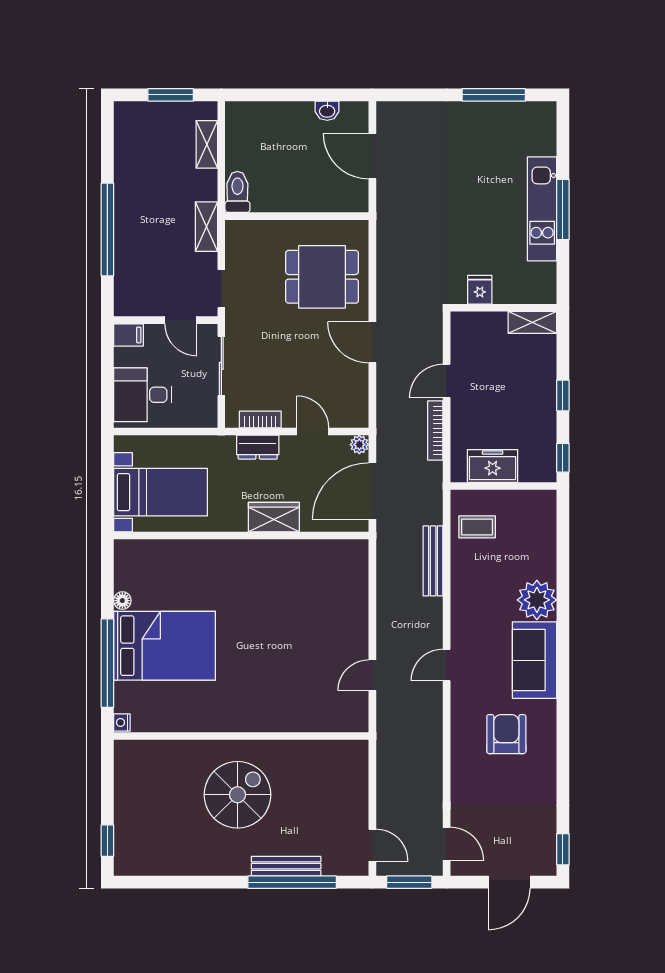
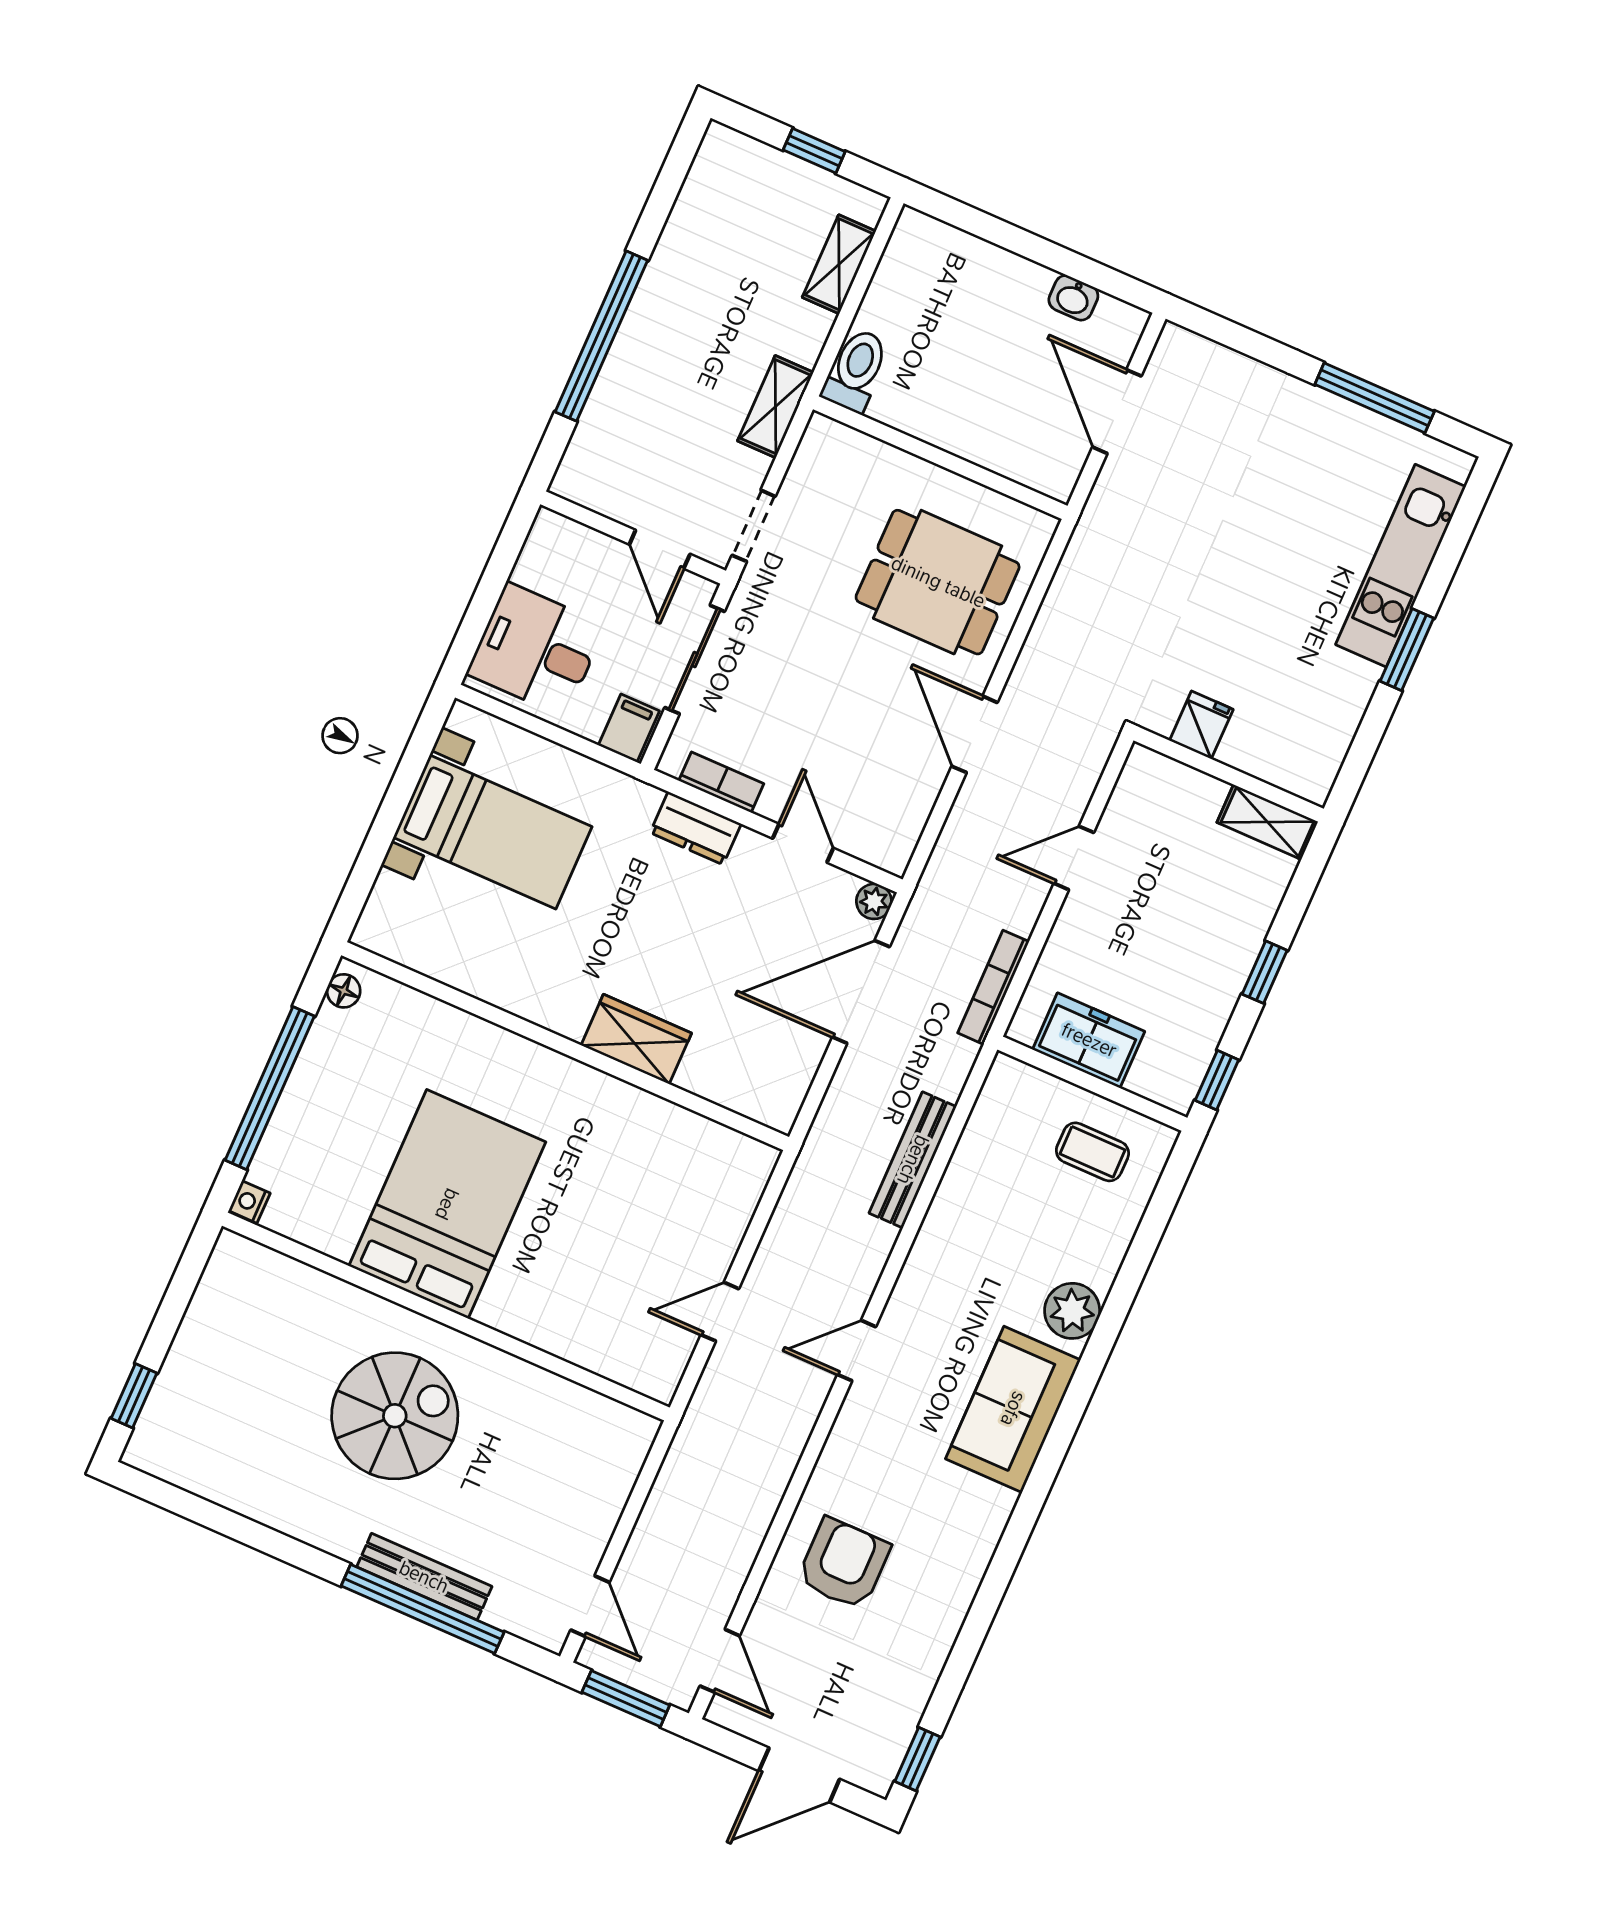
window: (171, 95) -> (814, 151), width x0.67
kitchen unit: (542, 209) -> (1401, 566), moved
window: (563, 210) -> (1407, 650), width x0.69
filing cabinet: (128, 335) -> (629, 728), moved, turned -90
bookcase: (435, 430) -> (993, 987), moved
wardrobe: (274, 517) -> (636, 1039), moved
coffee table: (477, 527) -> (1092, 1152), moved
wall: (241, 535) -> (565, 1046), moved
plant: (537, 600) -> (1072, 1311), width x0.73, depth x0.73
bed: (165, 646) -> (447, 1204), moved, turned -90
armchair: (506, 734) -> (844, 1564), moved

